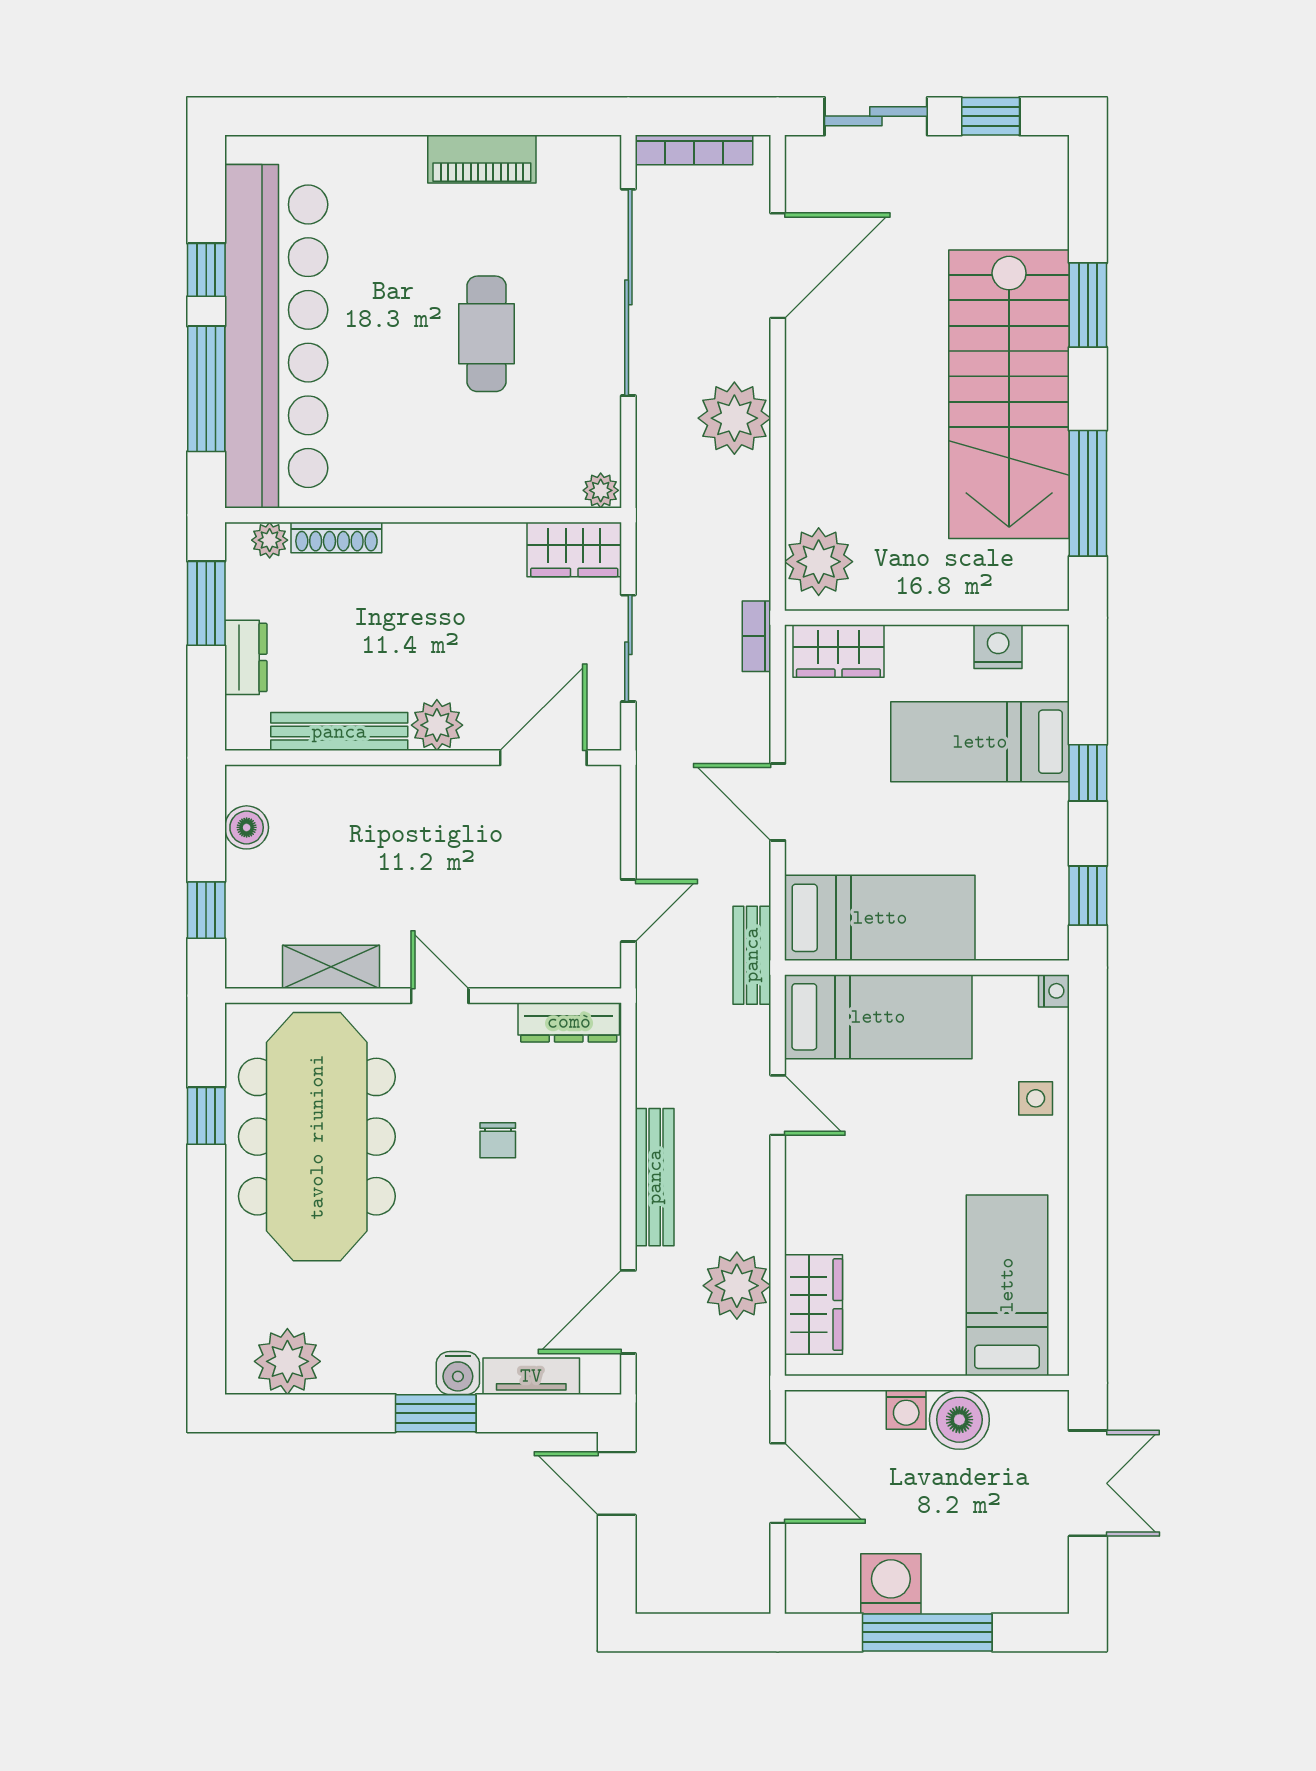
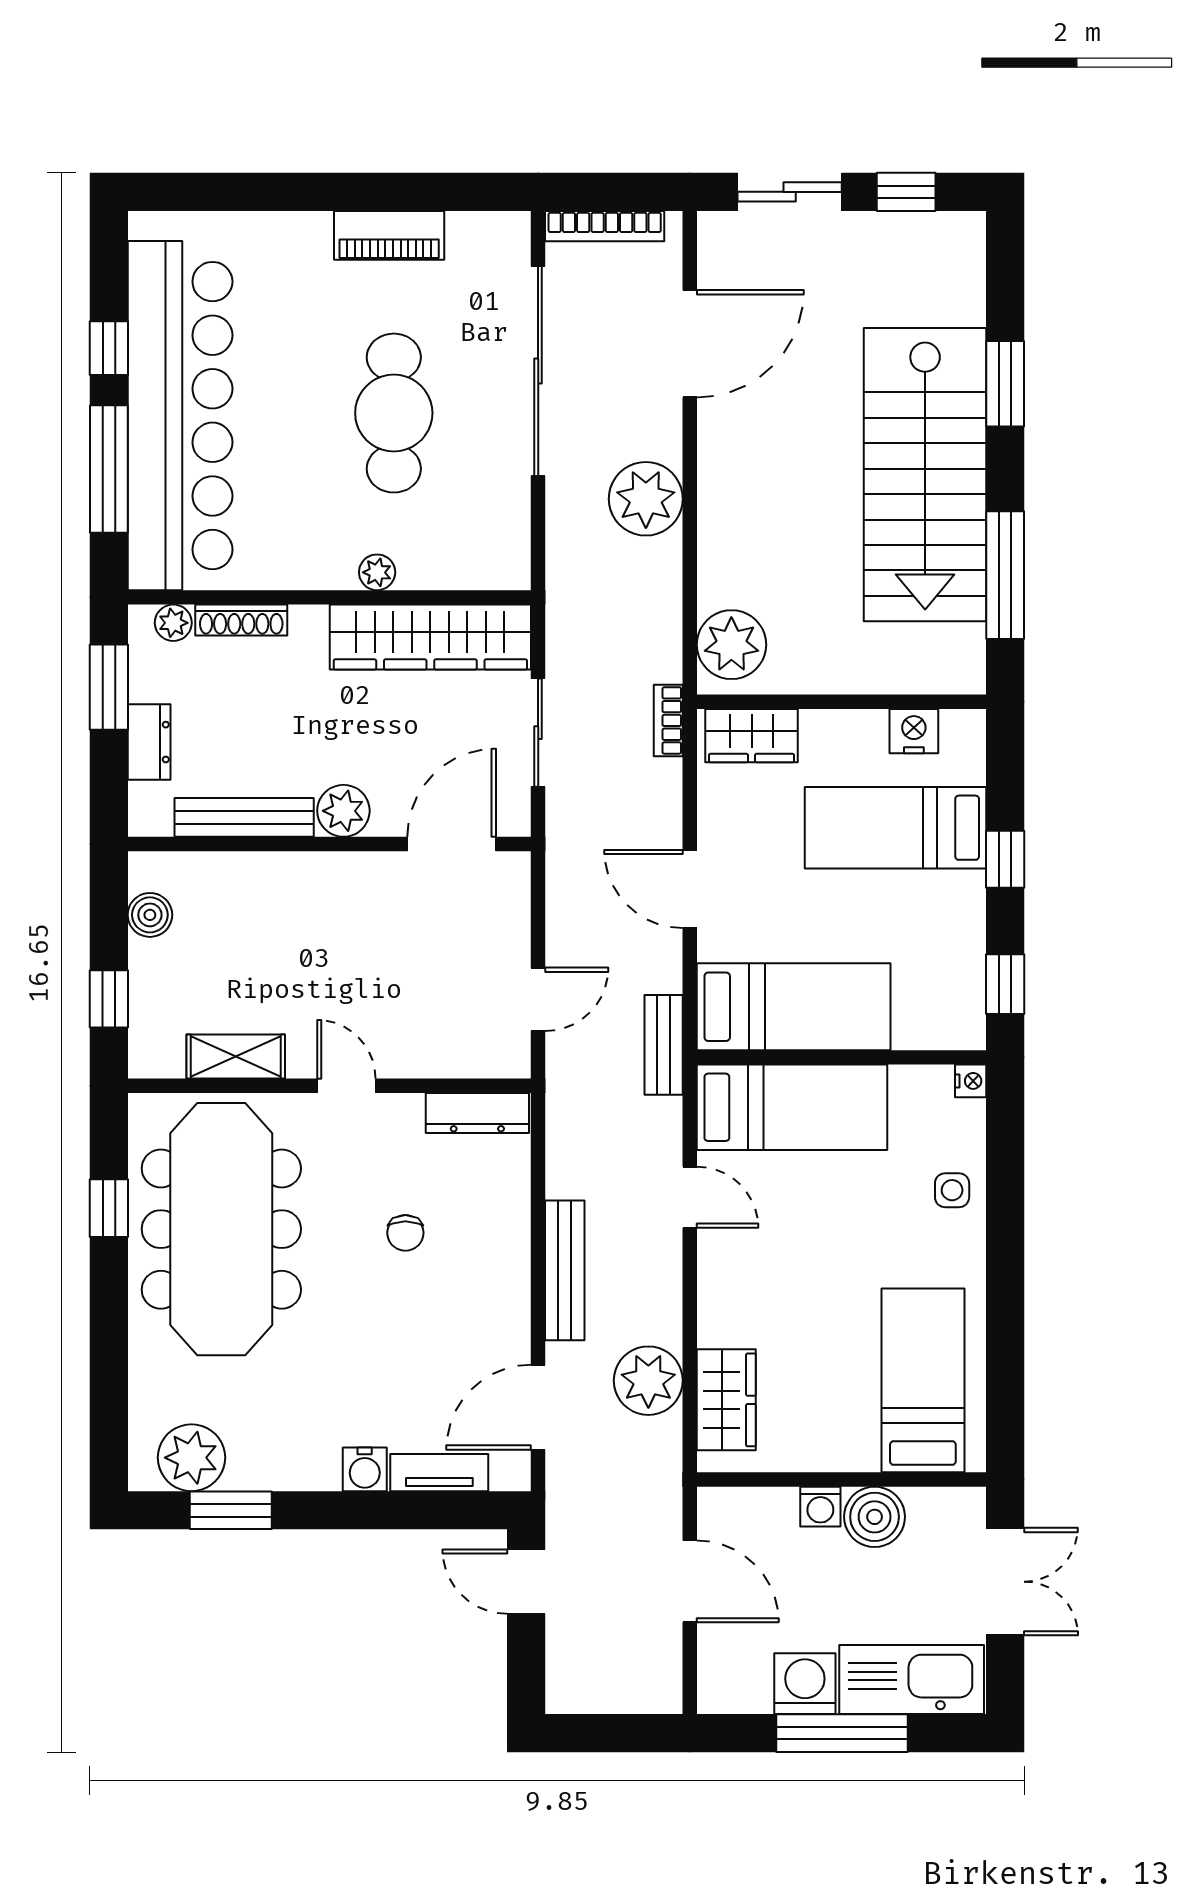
cafe table: (486, 334) -> (394, 413), width x1.37, depth x1.35
plant: (601, 490) -> (377, 572), moved
wardrobe: (574, 549) -> (430, 637), width x2.10, depth x1.17
window: (436, 1413) -> (231, 1510), moved
kitchen sink: (996, 1580) -> (912, 1680), added

